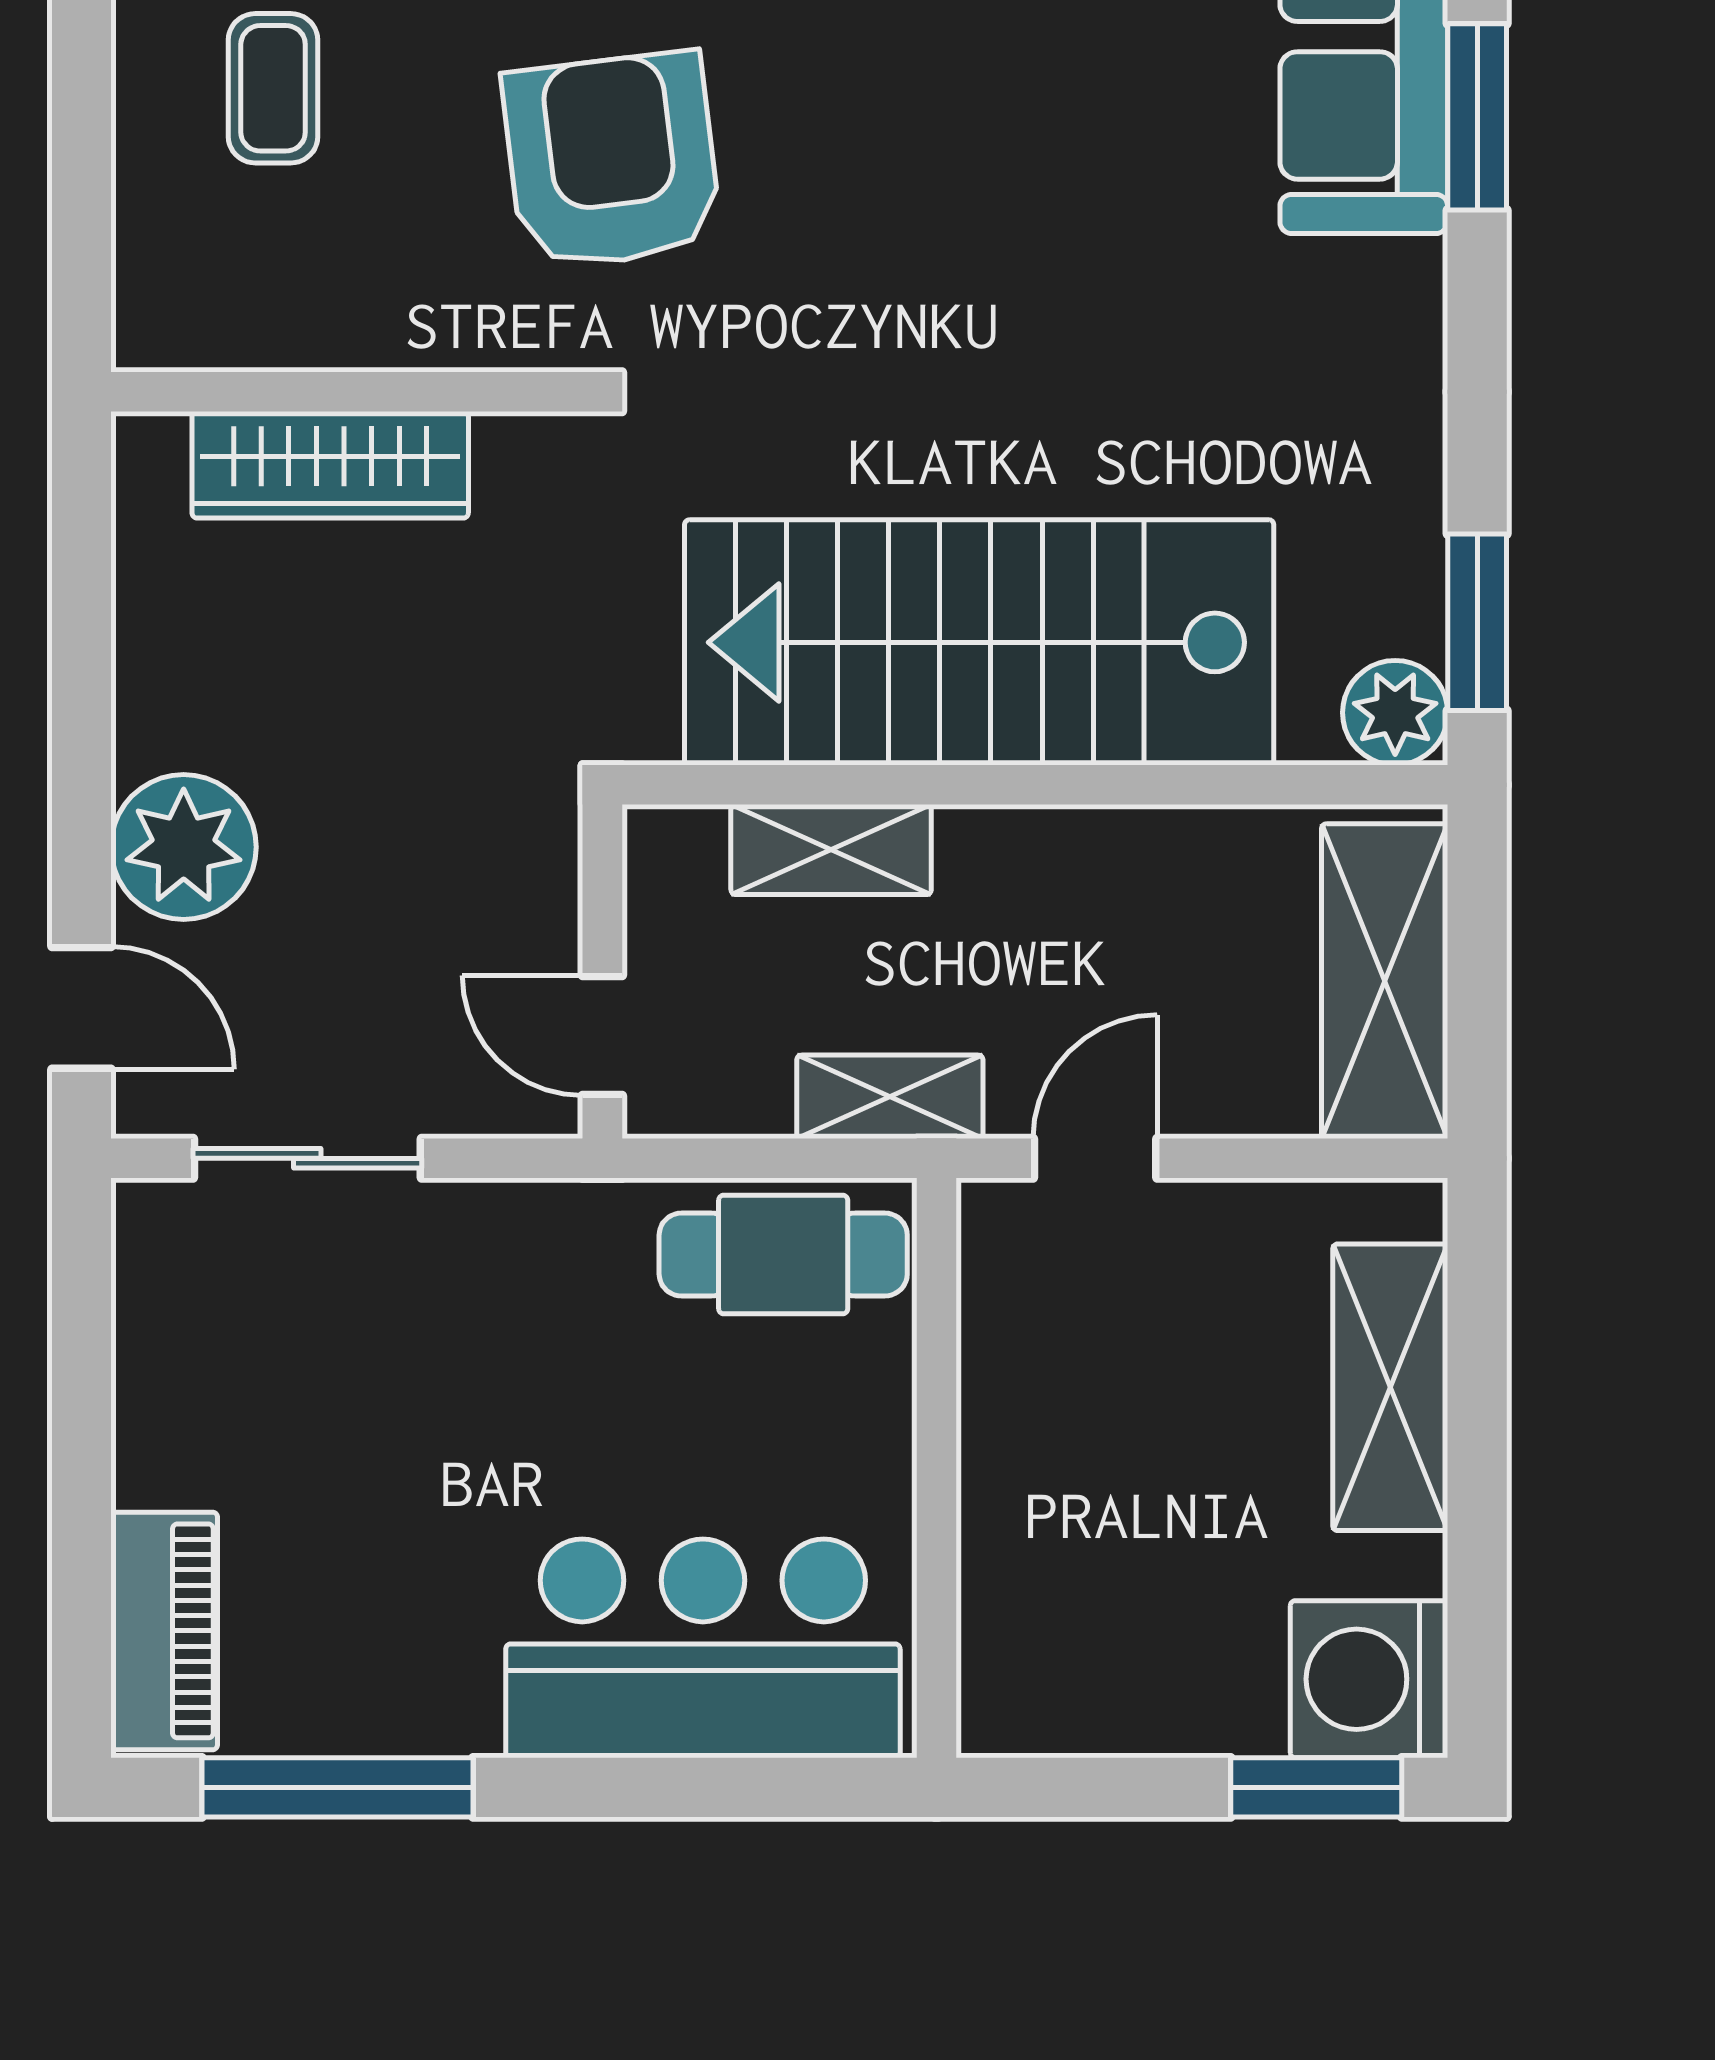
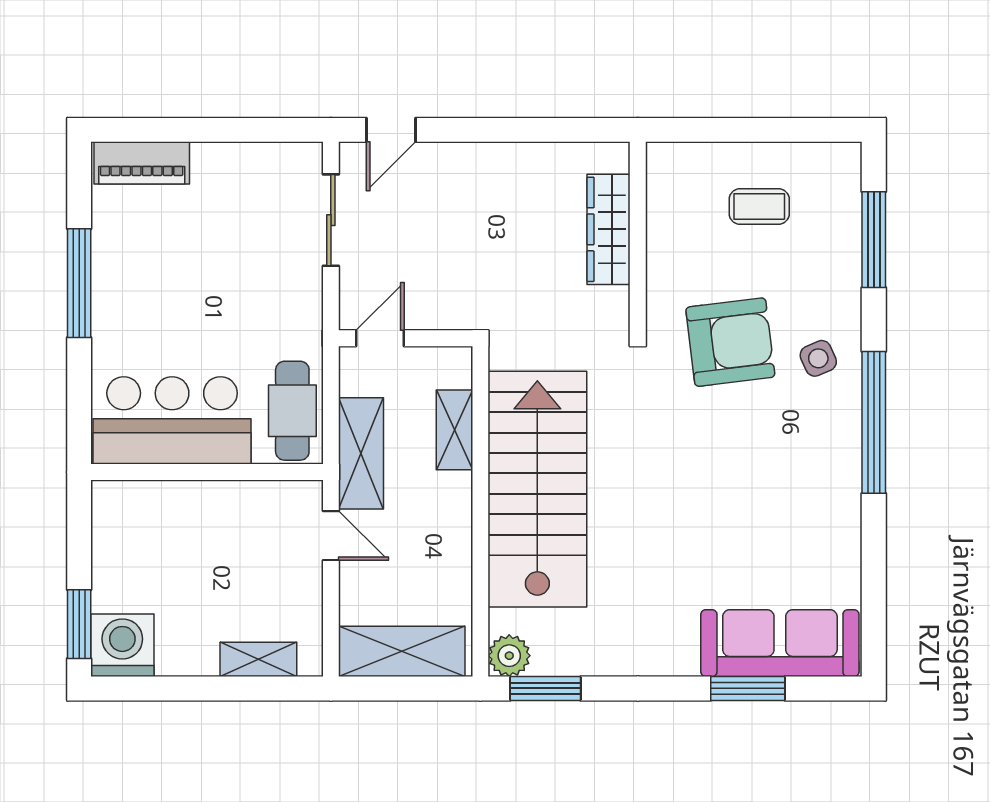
plant: (184, 847) -> (455, 171), removed
shelving: (890, 1097) -> (361, 453), width x1.50, depth x1.33
shelving: (1390, 1387) -> (258, 659), width x0.67, depth x0.75
bar counter: (703, 1648) -> (172, 420), moved, turned -90
window: (338, 1787) -> (79, 283), moved

